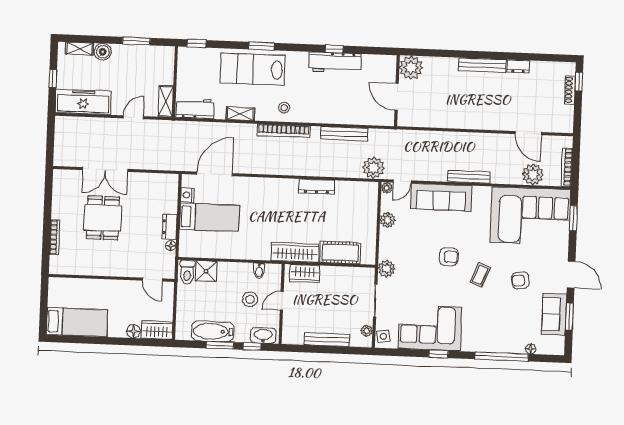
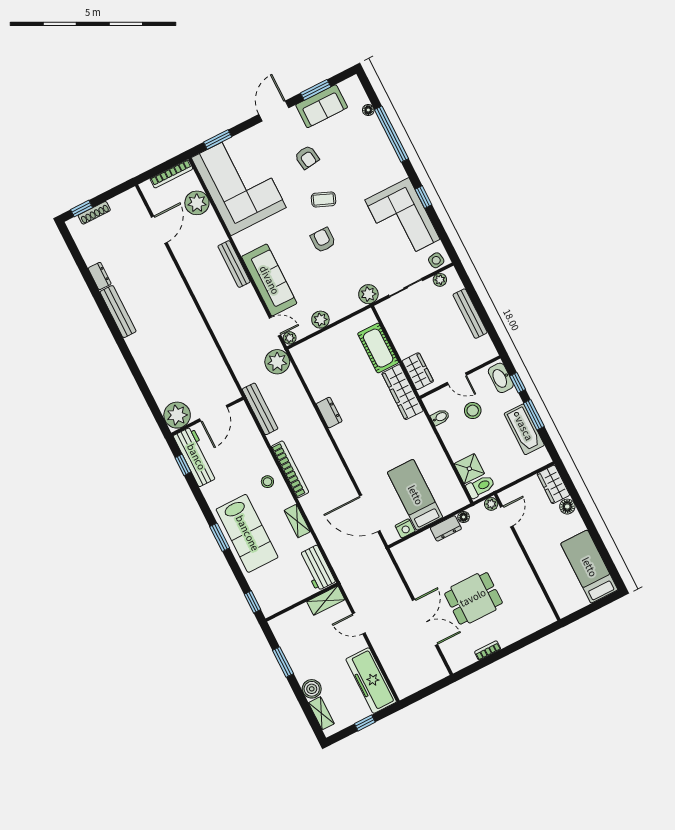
plant: (411, 68) -> (177, 415), moved
wall: (397, 91) -> (207, 416), moved
door: (397, 97) -> (213, 413), moved
dresser: (317, 186) -> (329, 413), width x0.70
bookcase: (55, 237) -> (488, 650), moved, width x0.64
plant: (169, 273) -> (491, 504), added

